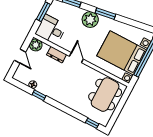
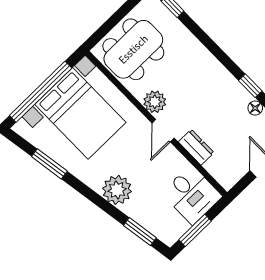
window: (105, 14) -> (49, 164), moved
plant: (36, 45) -> (155, 102), moved

